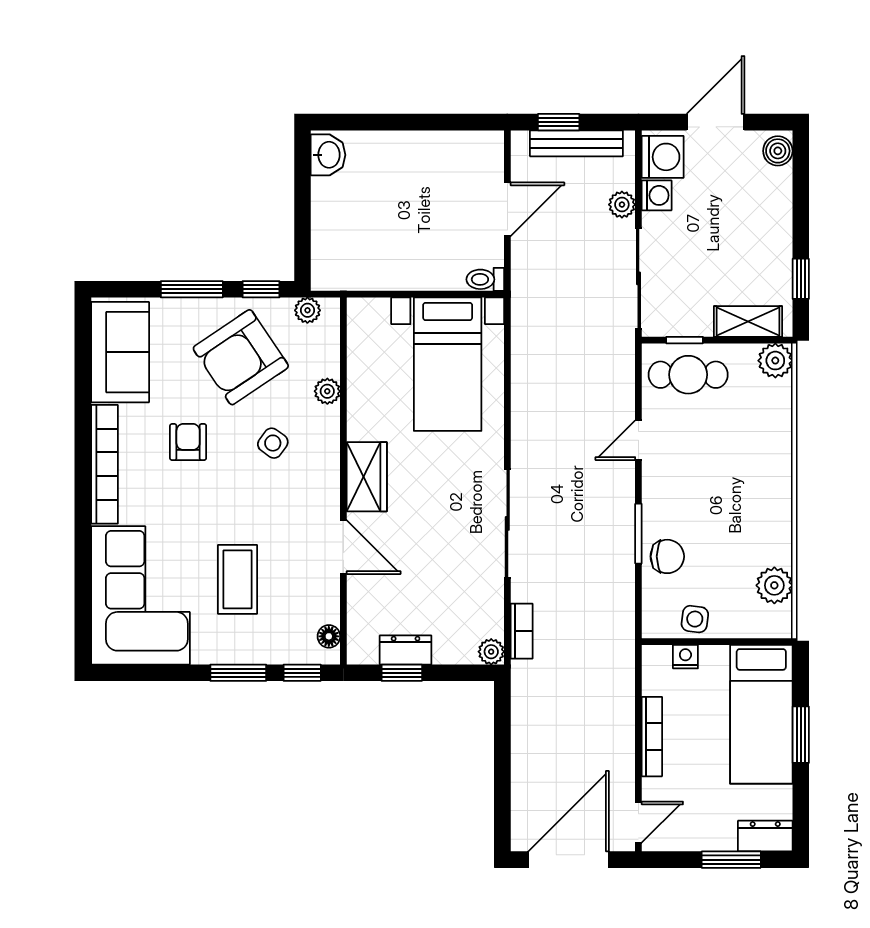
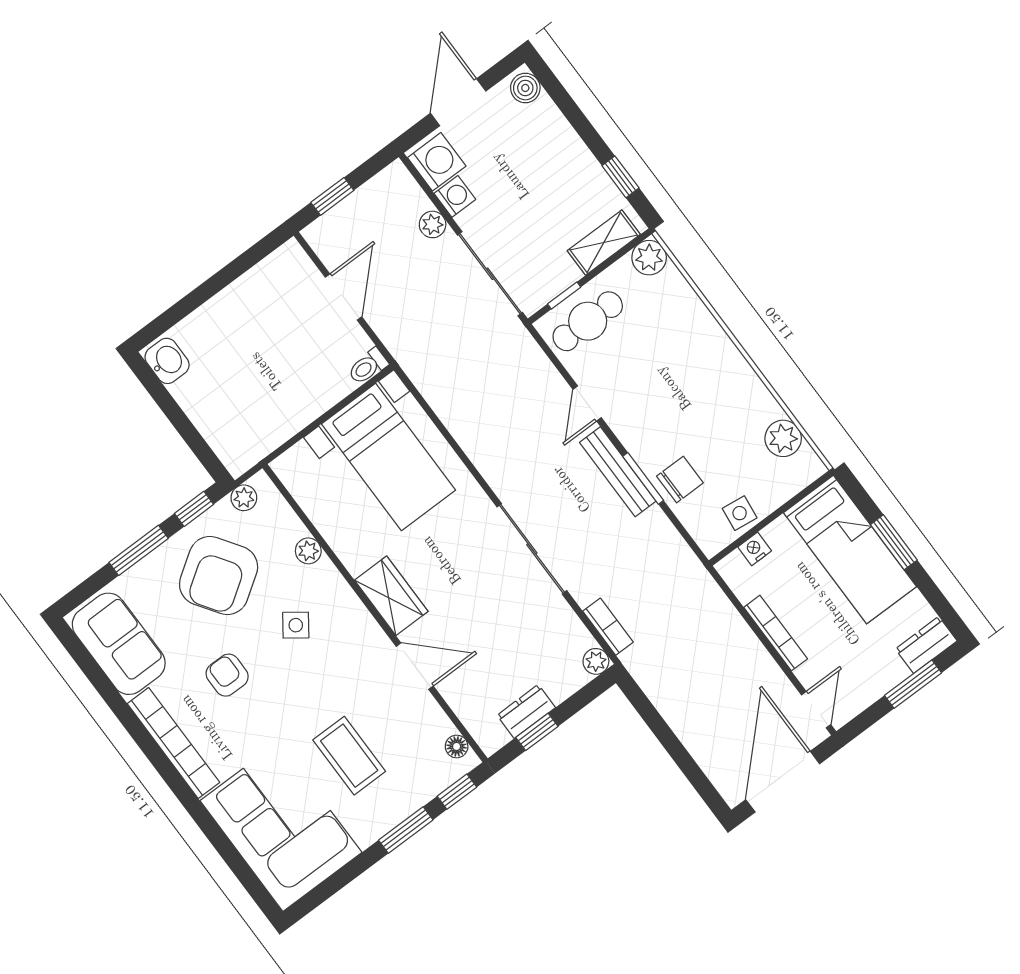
bench: (576, 143) -> (618, 472), moved, turned 90

